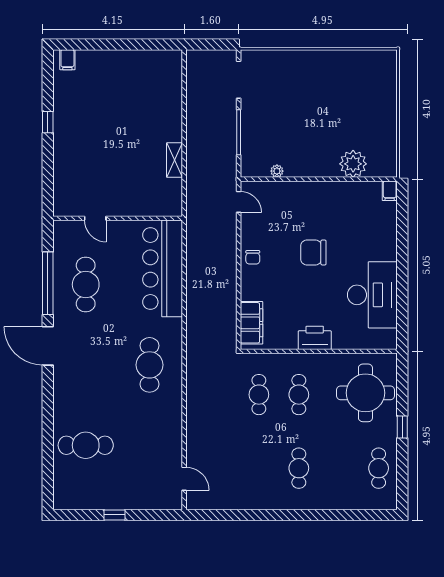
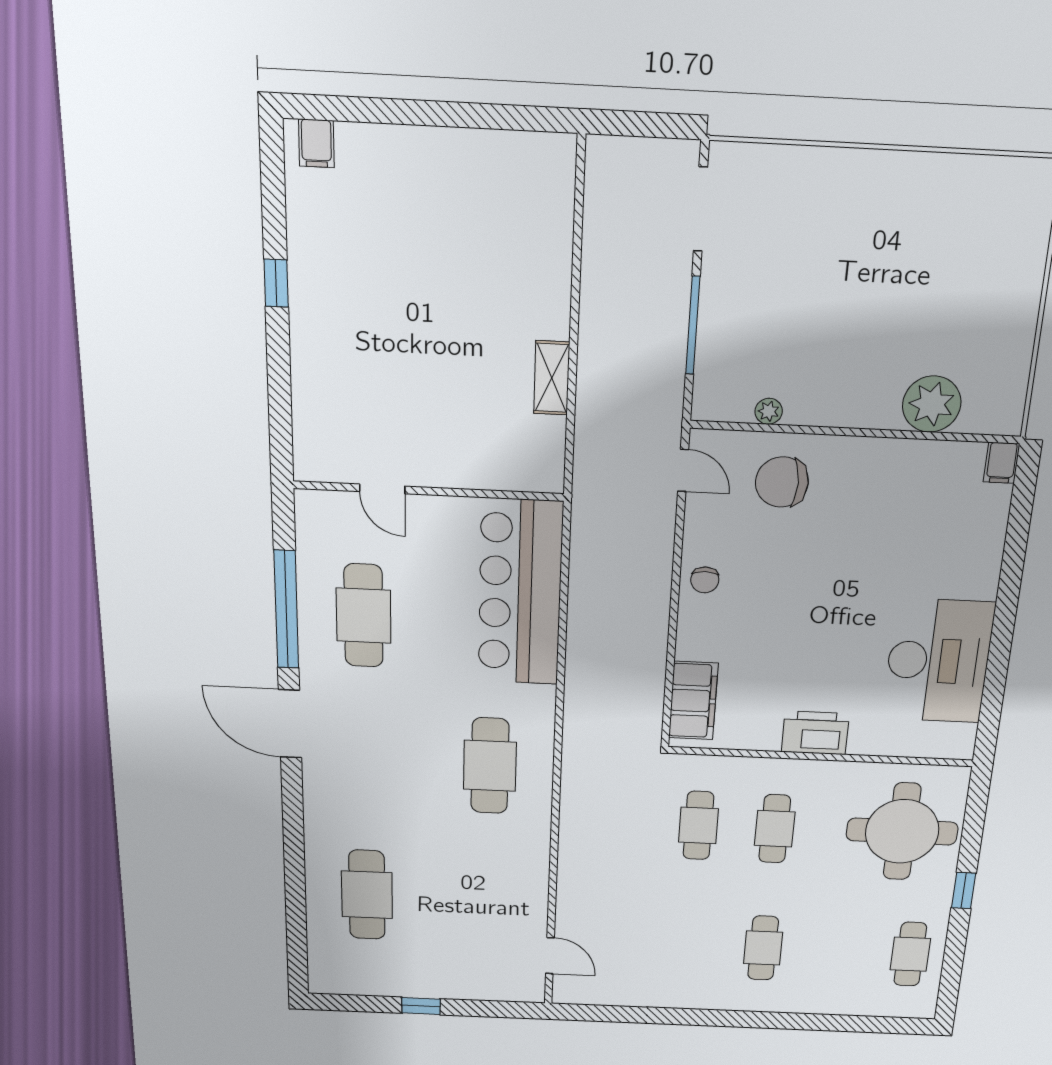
chair: (313, 253) -> (782, 482), moved
cafe table: (86, 445) -> (367, 895), turned 90

